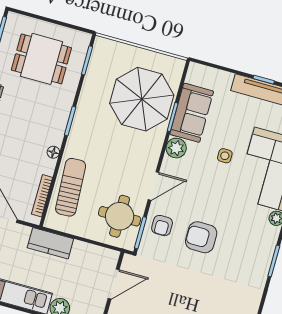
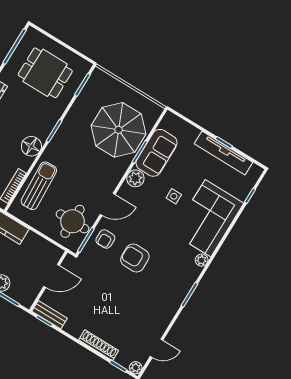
floor lamp: (53, 152) -> (31, 146), width x1.89, depth x1.89

